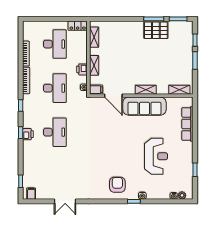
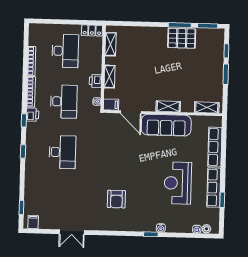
printer: (28, 134) -> (32, 115), moved
reception desk: (156, 156) -> (178, 183), turned 180
row of seats: (187, 159) -> (214, 188), added
armchair: (117, 185) -> (116, 199), moved, turned 180

